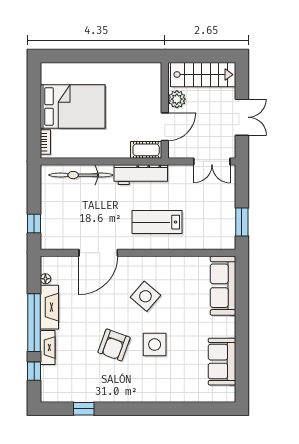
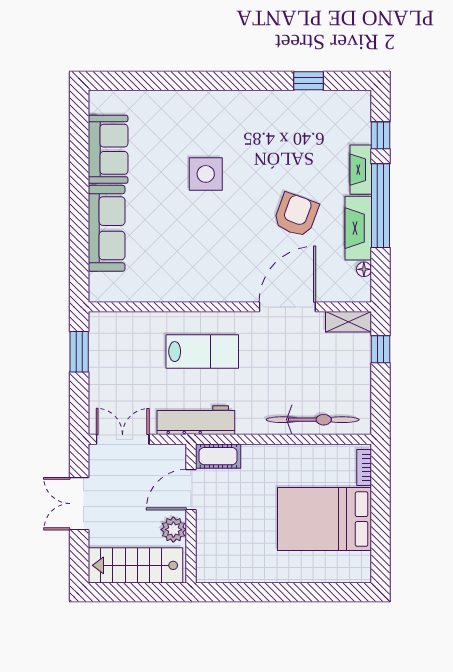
workbench: (141, 175) -> (196, 420), moved
shelving: (56, 243) -> (349, 322), added
sofa: (223, 286) -> (107, 228), moved
side table: (145, 296) -> (219, 244), removed
armchair: (114, 345) -> (296, 215), moved

